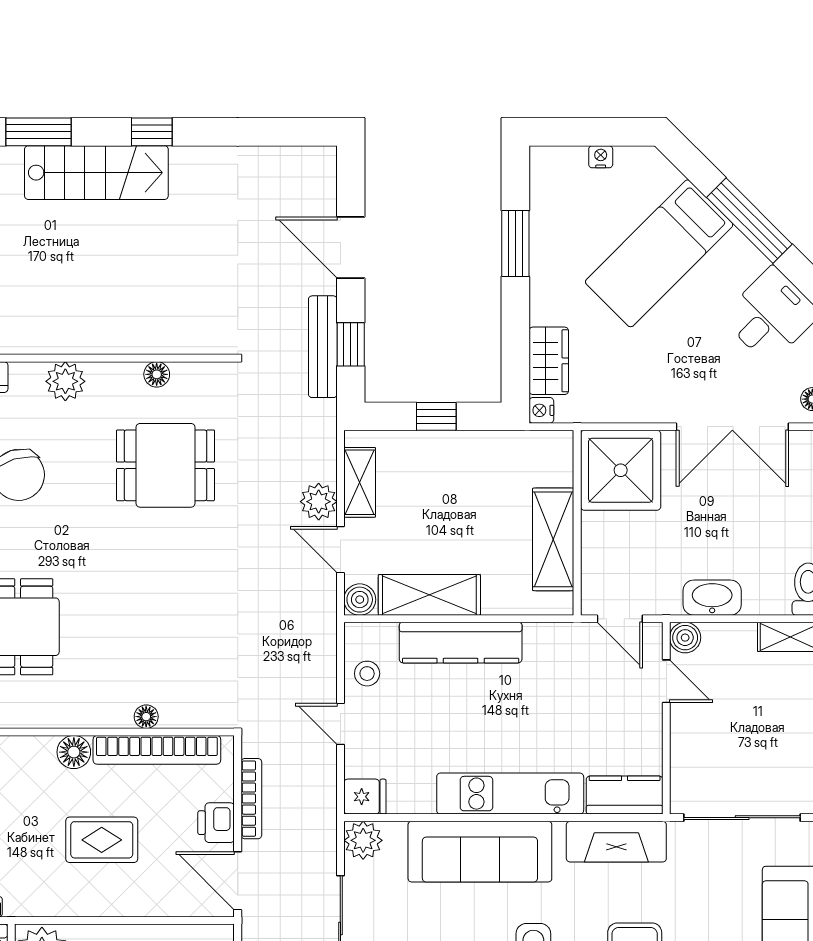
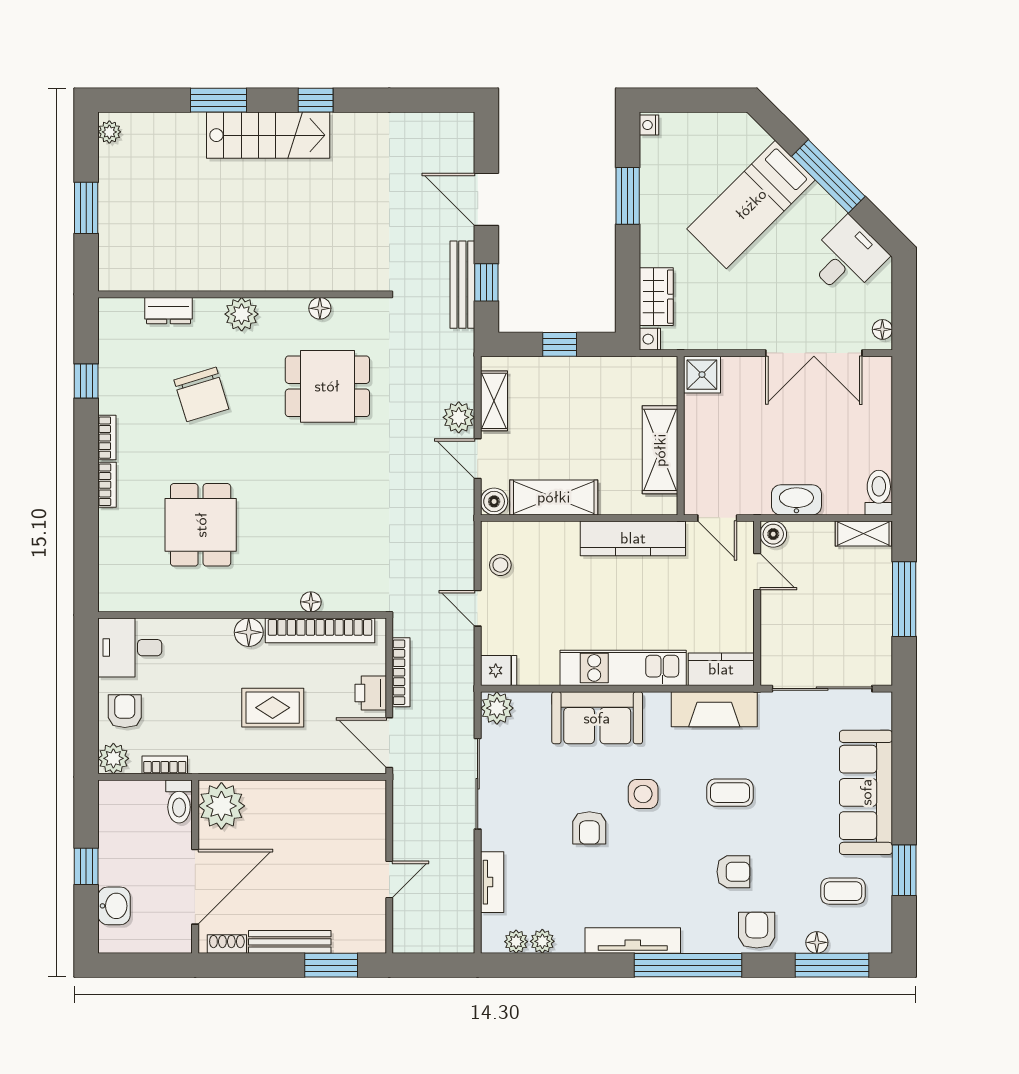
nightstand: (601, 157) -> (649, 125), moved, turned -90
shower: (621, 470) -> (702, 375), width x0.54, depth x0.54
kitchen counter: (461, 643) -> (633, 538), moved
sofa: (480, 852) -> (597, 718), width x0.73

